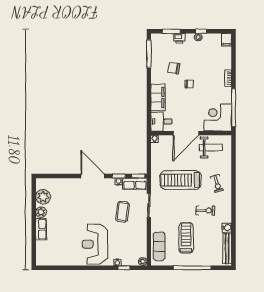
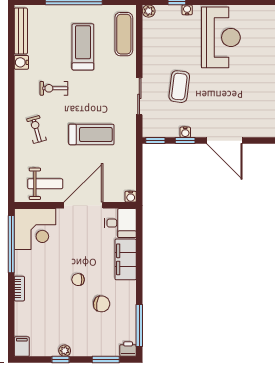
printer: (179, 38) -> (128, 349), moved
weight bench: (211, 147) -> (45, 184), turned 180
treadmill: (181, 180) -> (91, 134), width x0.73, depth x0.73
row of seats: (135, 184) -> (161, 129), removed
treadmill: (186, 238) -> (83, 47), turned 180

